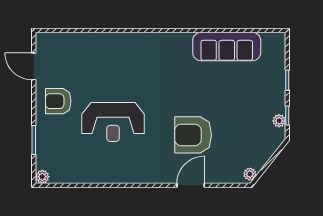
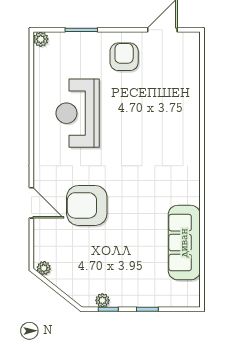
reception desk: (113, 122) -> (78, 113), moved
armchair: (193, 135) -> (87, 205), turned -90

